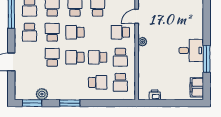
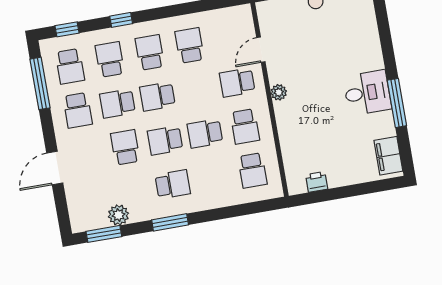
school desk: (52, 32) -> (117, 103), turned -90
school desk: (98, 82) -> (173, 184), moved

